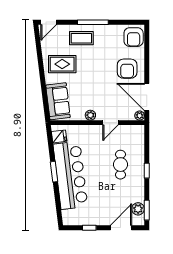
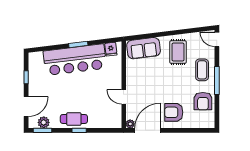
armchair: (134, 37) -> (203, 101), moved, turned -90
plant: (90, 115) -> (131, 78), removed
cafe table: (120, 165) -> (74, 119), moved
door: (121, 228) -> (26, 107), hinge flipped

